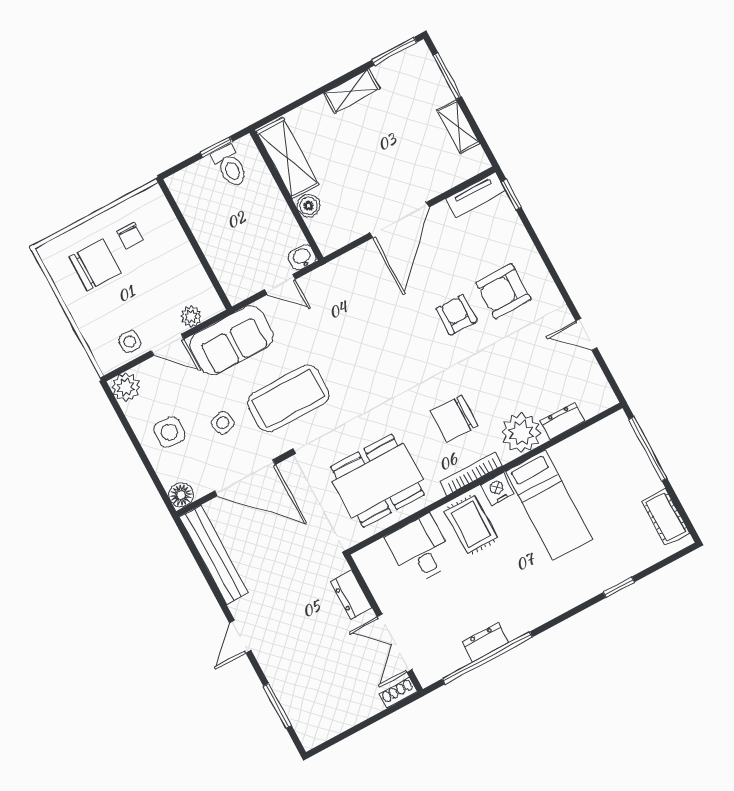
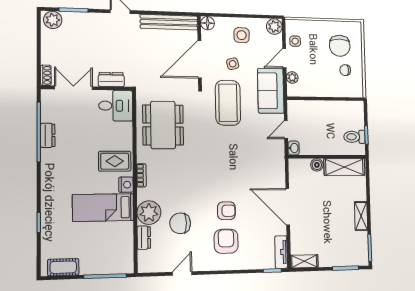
shelving: (458, 127) -> (304, 261), moved
chair: (454, 419) -> (180, 223), moved, turned -90
bookcase: (471, 474) -> (141, 175), width x0.64
desk: (420, 549) -> (116, 106), moved
plant: (310, 728) -> (53, 20), added

